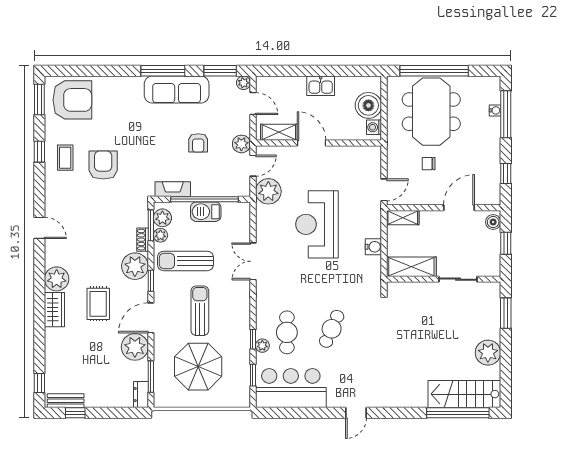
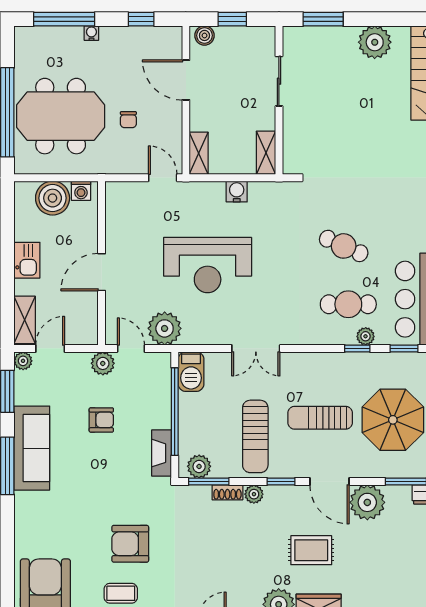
water cooler: (495, 110) -> (91, 33), moved
shelving: (279, 132) -> (25, 320), moved
barbecue: (206, 212) -> (191, 372), moved
plant: (160, 235) -> (222, 469), removed
plant: (135, 266) -> (254, 494), width x0.53, depth x0.53
shelving: (411, 267) -> (266, 153), width x0.67, depth x0.75

